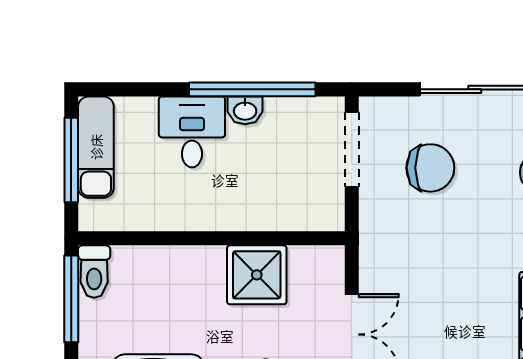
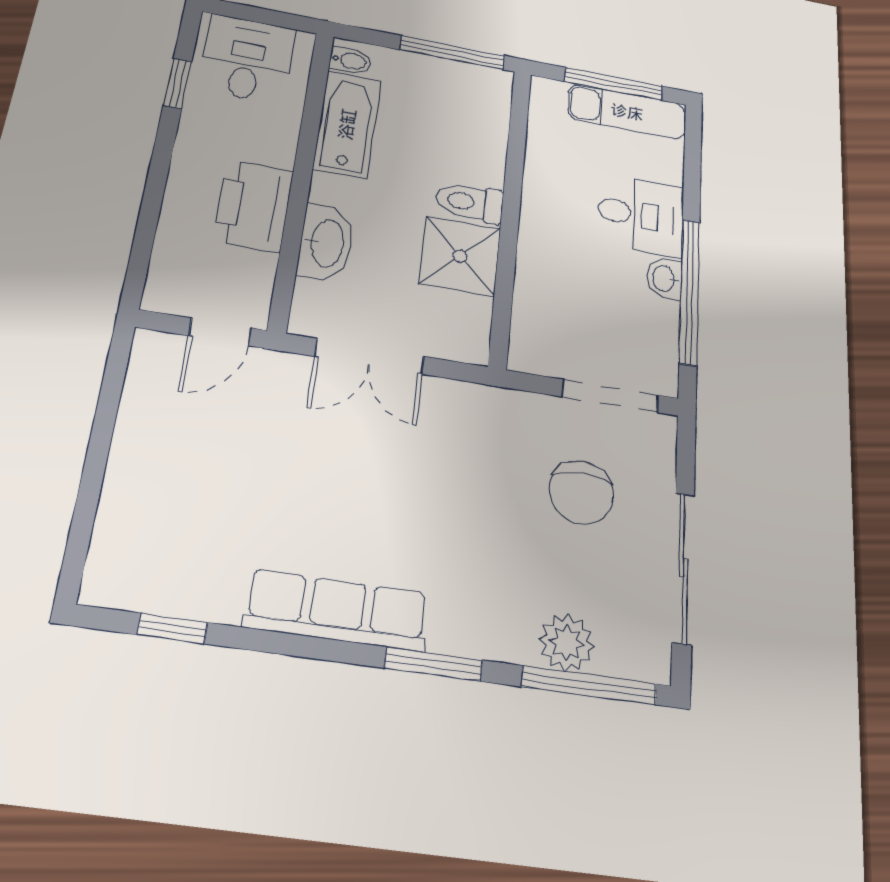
toilet: (94, 272) -> (470, 202), moved

